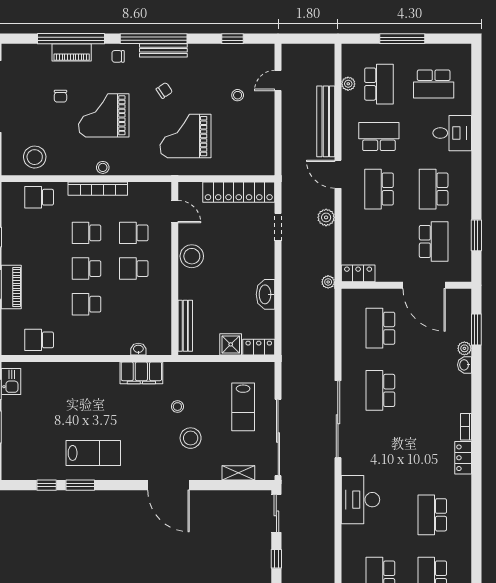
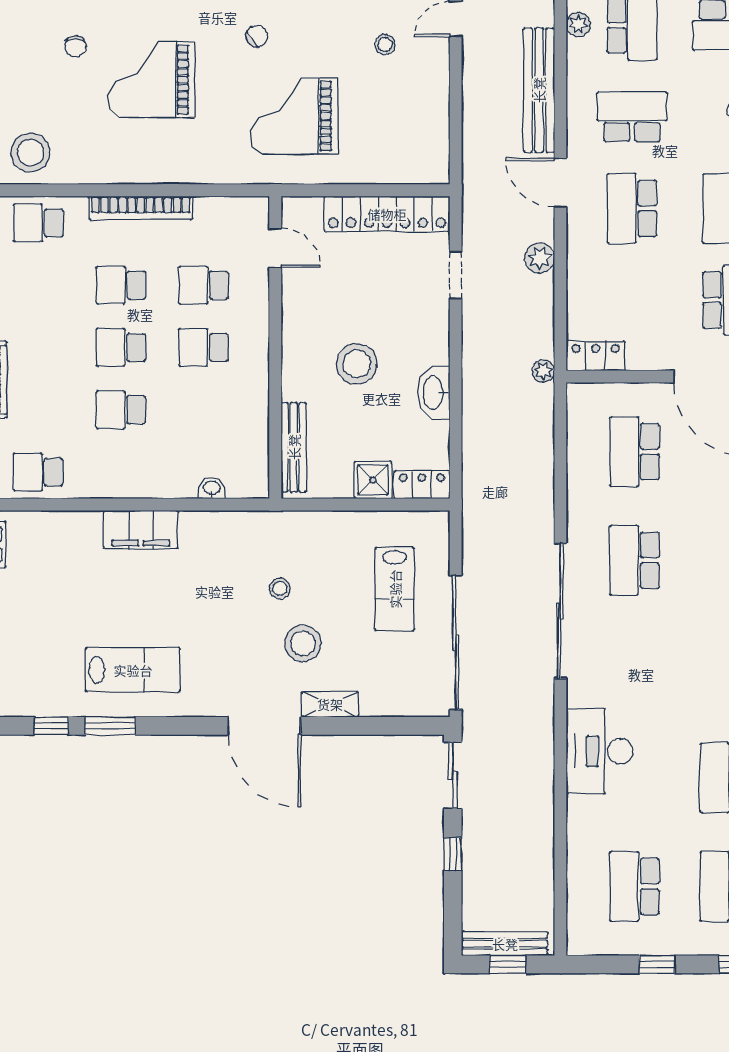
stool: (103, 167) -> (149, 171), removed
stool: (192, 256) -> (357, 364), moved
filing cabinet: (141, 373) -> (141, 530), moved
shelving: (238, 473) -> (330, 704), moved

